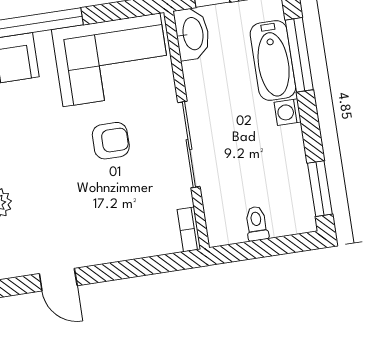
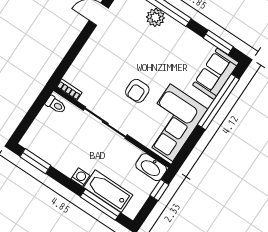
toilet: (257, 224) -> (56, 105), moved

